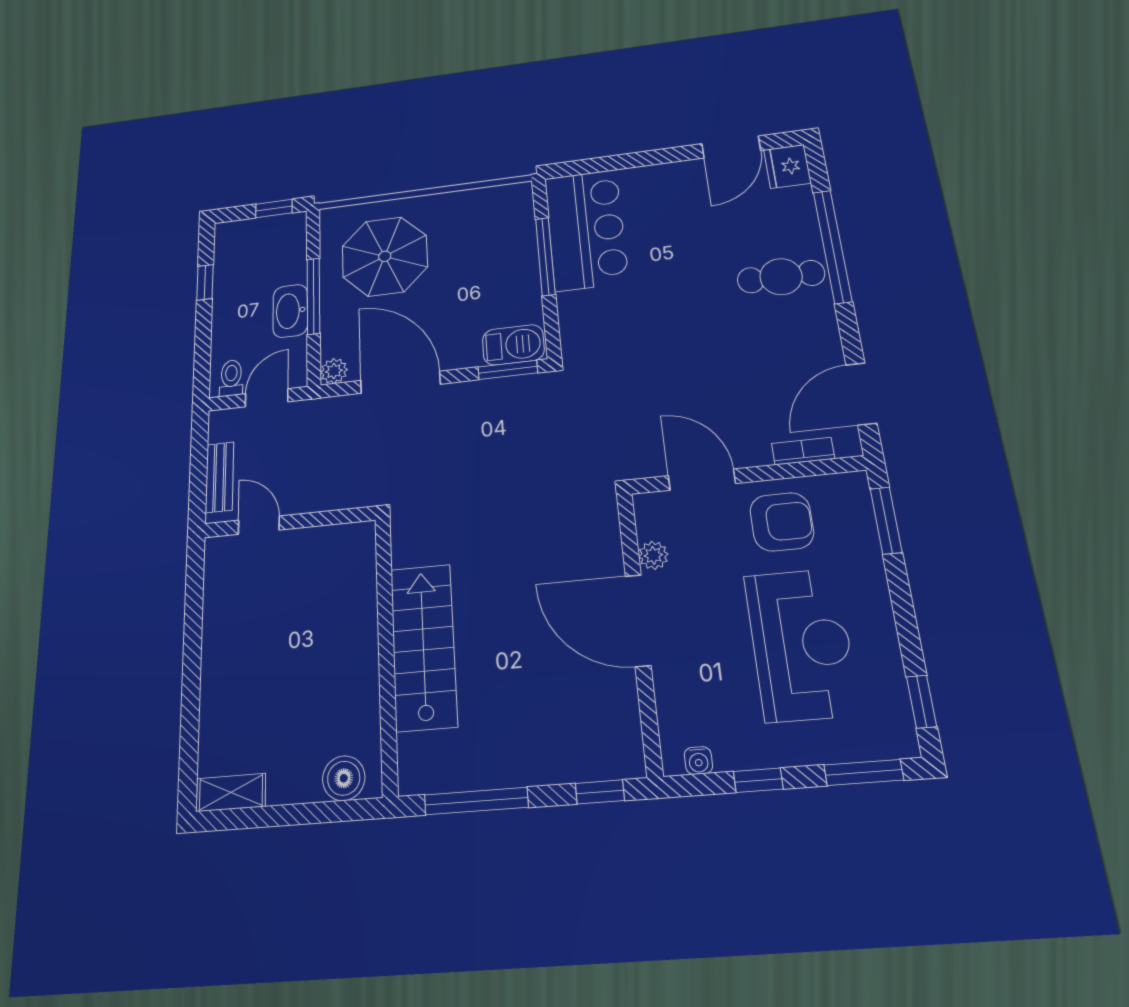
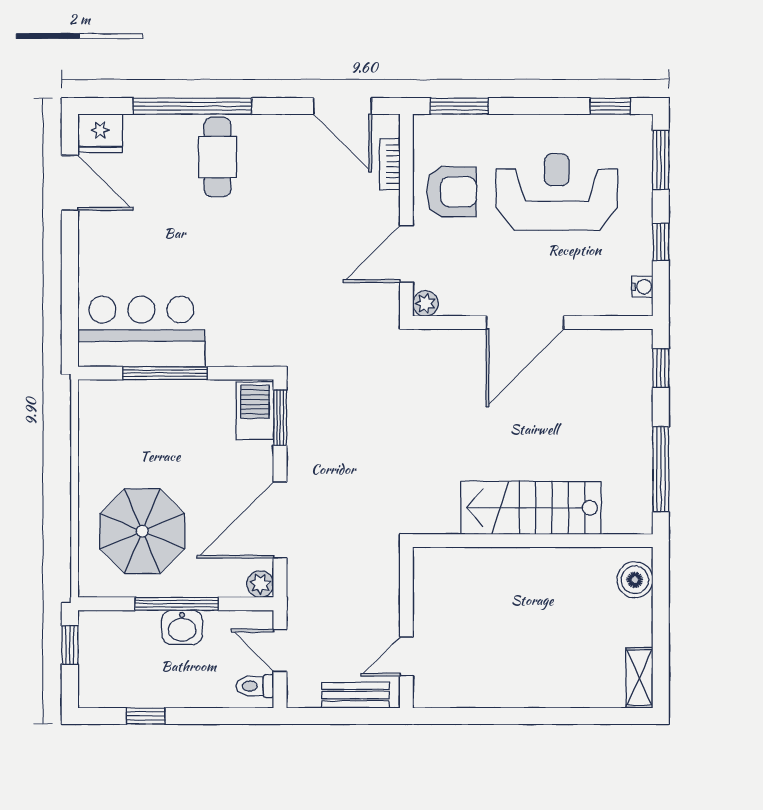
washbasin: (290, 311) -> (182, 627), width x0.72
armchair: (782, 522) -> (452, 192), turned 90
plant: (653, 555) -> (425, 303), moved

